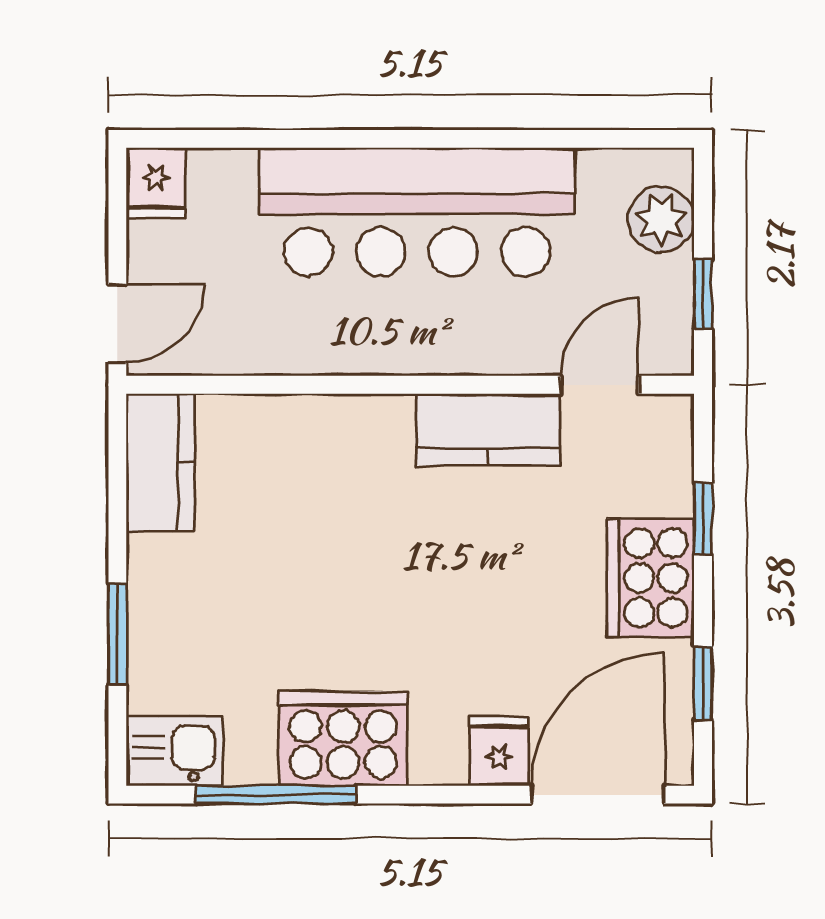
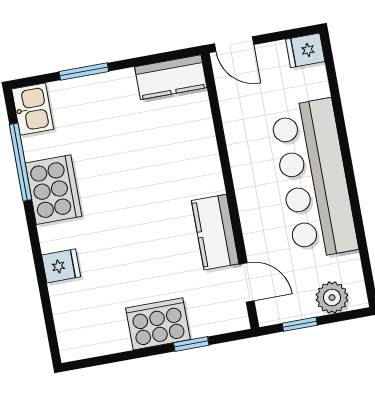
window: (703, 683) -> (112, 358), removed
door: (598, 795) -> (49, 317), removed

